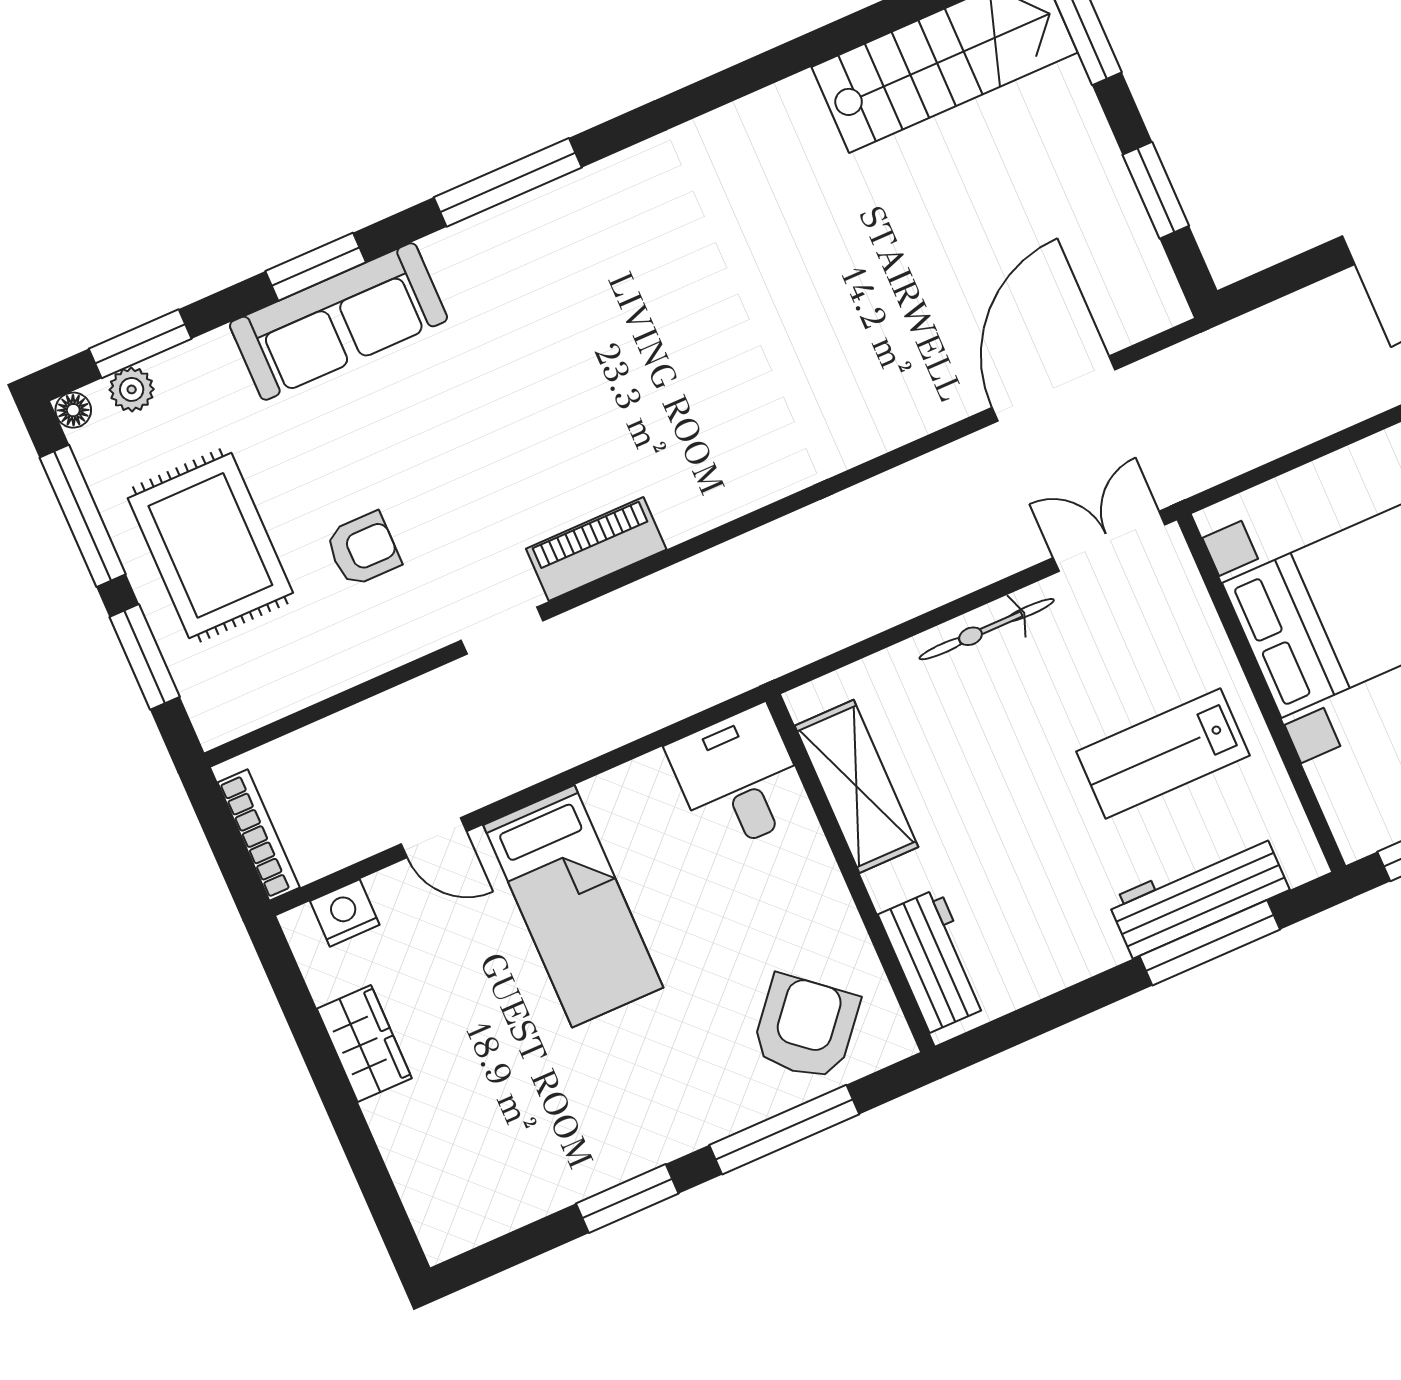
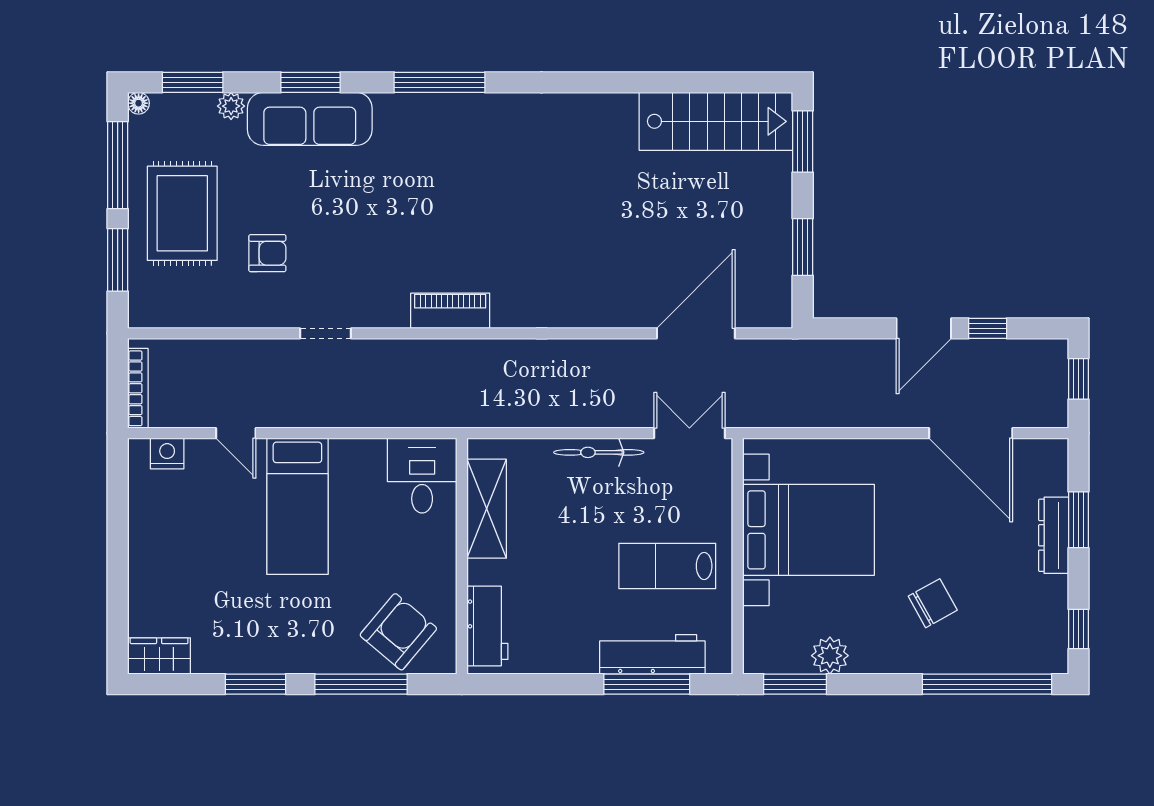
plant: (132, 389) -> (231, 106), moved
piano: (596, 549) -> (450, 311), moved
wardrobe: (364, 1043) -> (159, 656), moved, turned -90

